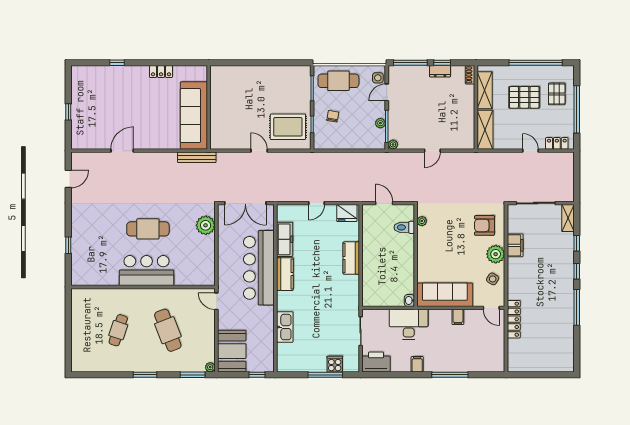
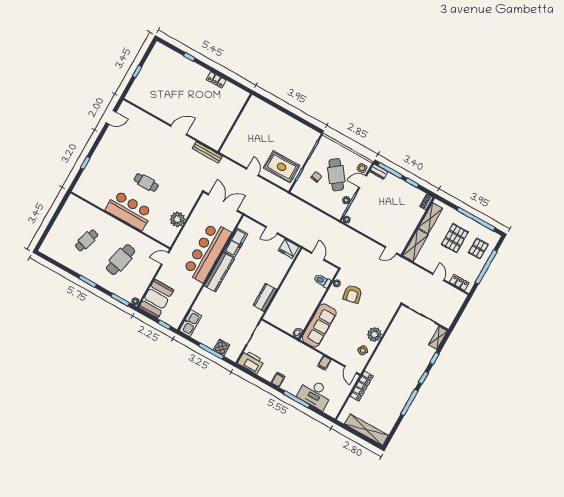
dresser: (440, 71) -> (379, 172), moved
cafe table: (338, 81) -> (336, 175), moved, turned 53
pallet: (524, 97) -> (455, 238), turned 90
sofa: (194, 116) -> (222, 123), removed
door: (122, 151) -> (179, 130), moved
door: (432, 151) -> (391, 250), moved
double door: (245, 203) -> (223, 203), swing flipped
plant: (206, 225) -> (177, 219), moved
armchair: (485, 225) -> (353, 294), moved, turned -102
cafe table: (148, 229) -> (146, 183), width x0.73, depth x0.74
filing cabinet: (515, 245) -> (391, 336), removed
kitchen counter: (351, 258) -> (265, 297), moved
kitchen counter: (285, 274) -> (219, 272), width x1.50
sofa: (445, 295) -> (319, 325), moved, turned 90
door: (216, 301) -> (165, 259), hinge flipped
desk: (409, 324) -> (315, 394), moved, turned 180
kitchen sink: (285, 327) -> (190, 323), moved
cafe table: (168, 330) -> (121, 260), turned 33
shelving: (546, 365) -> (366, 430), added

